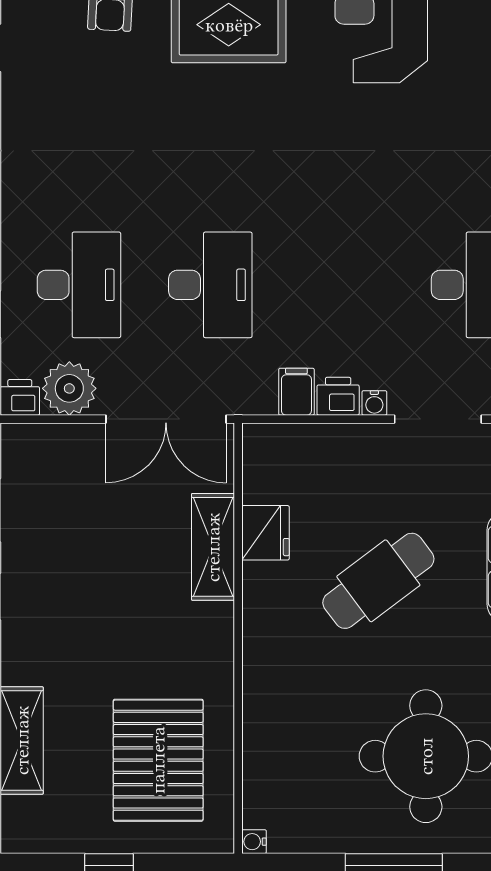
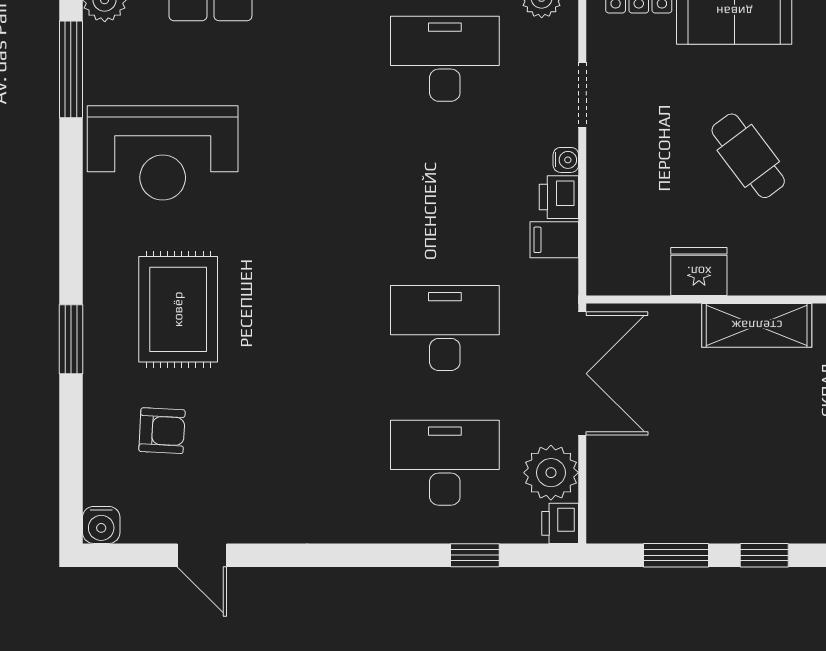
doorway: (438, 419) -> (582, 95), width x0.73
shelving: (213, 547) -> (757, 325), moved
cafe table: (378, 581) -> (748, 156), width x0.73, depth x0.74

